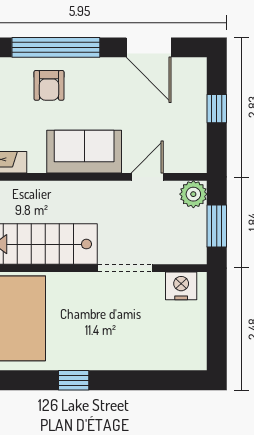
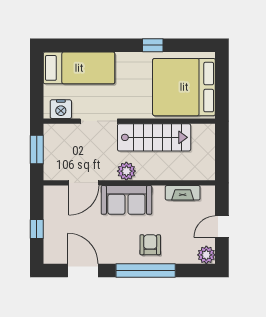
door: (147, 177) -> (84, 183), width x1.38
plant: (193, 194) -> (126, 171), moved
bed: (154, 347) -> (79, 68), added
window: (74, 380) -> (153, 45), moved

